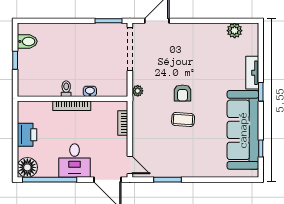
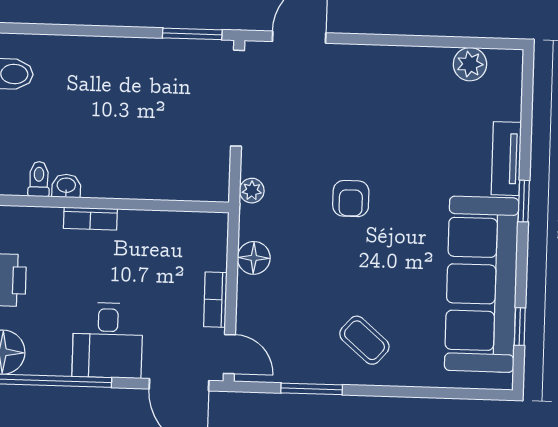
toilet: (66, 89) -> (39, 179), moved
washbasin: (90, 91) -> (66, 186), moved
bookcase: (72, 106) -> (90, 219), width x0.64
coffee table: (183, 120) -> (364, 340), moved, turned 37
floor lamp: (139, 121) -> (254, 258), added
bookcase: (123, 123) -> (215, 300), moved

